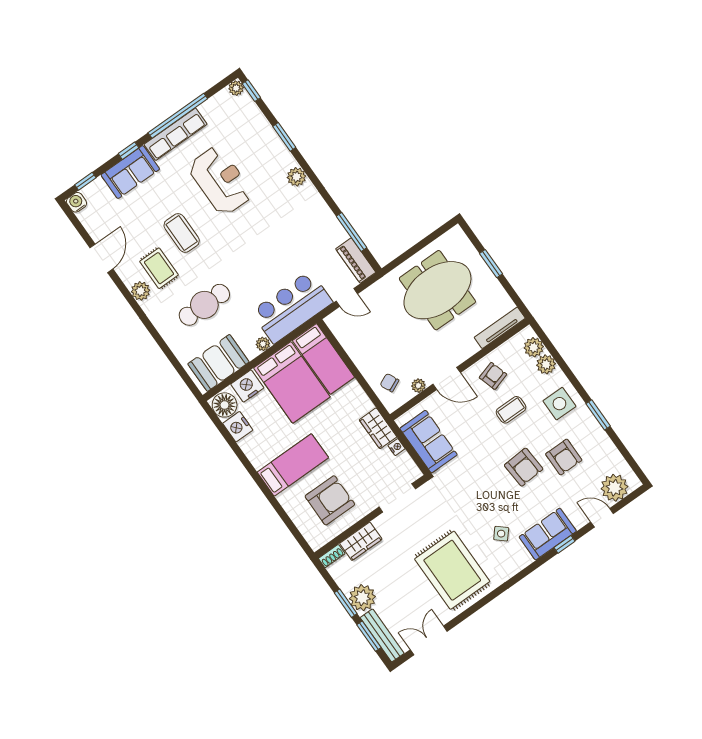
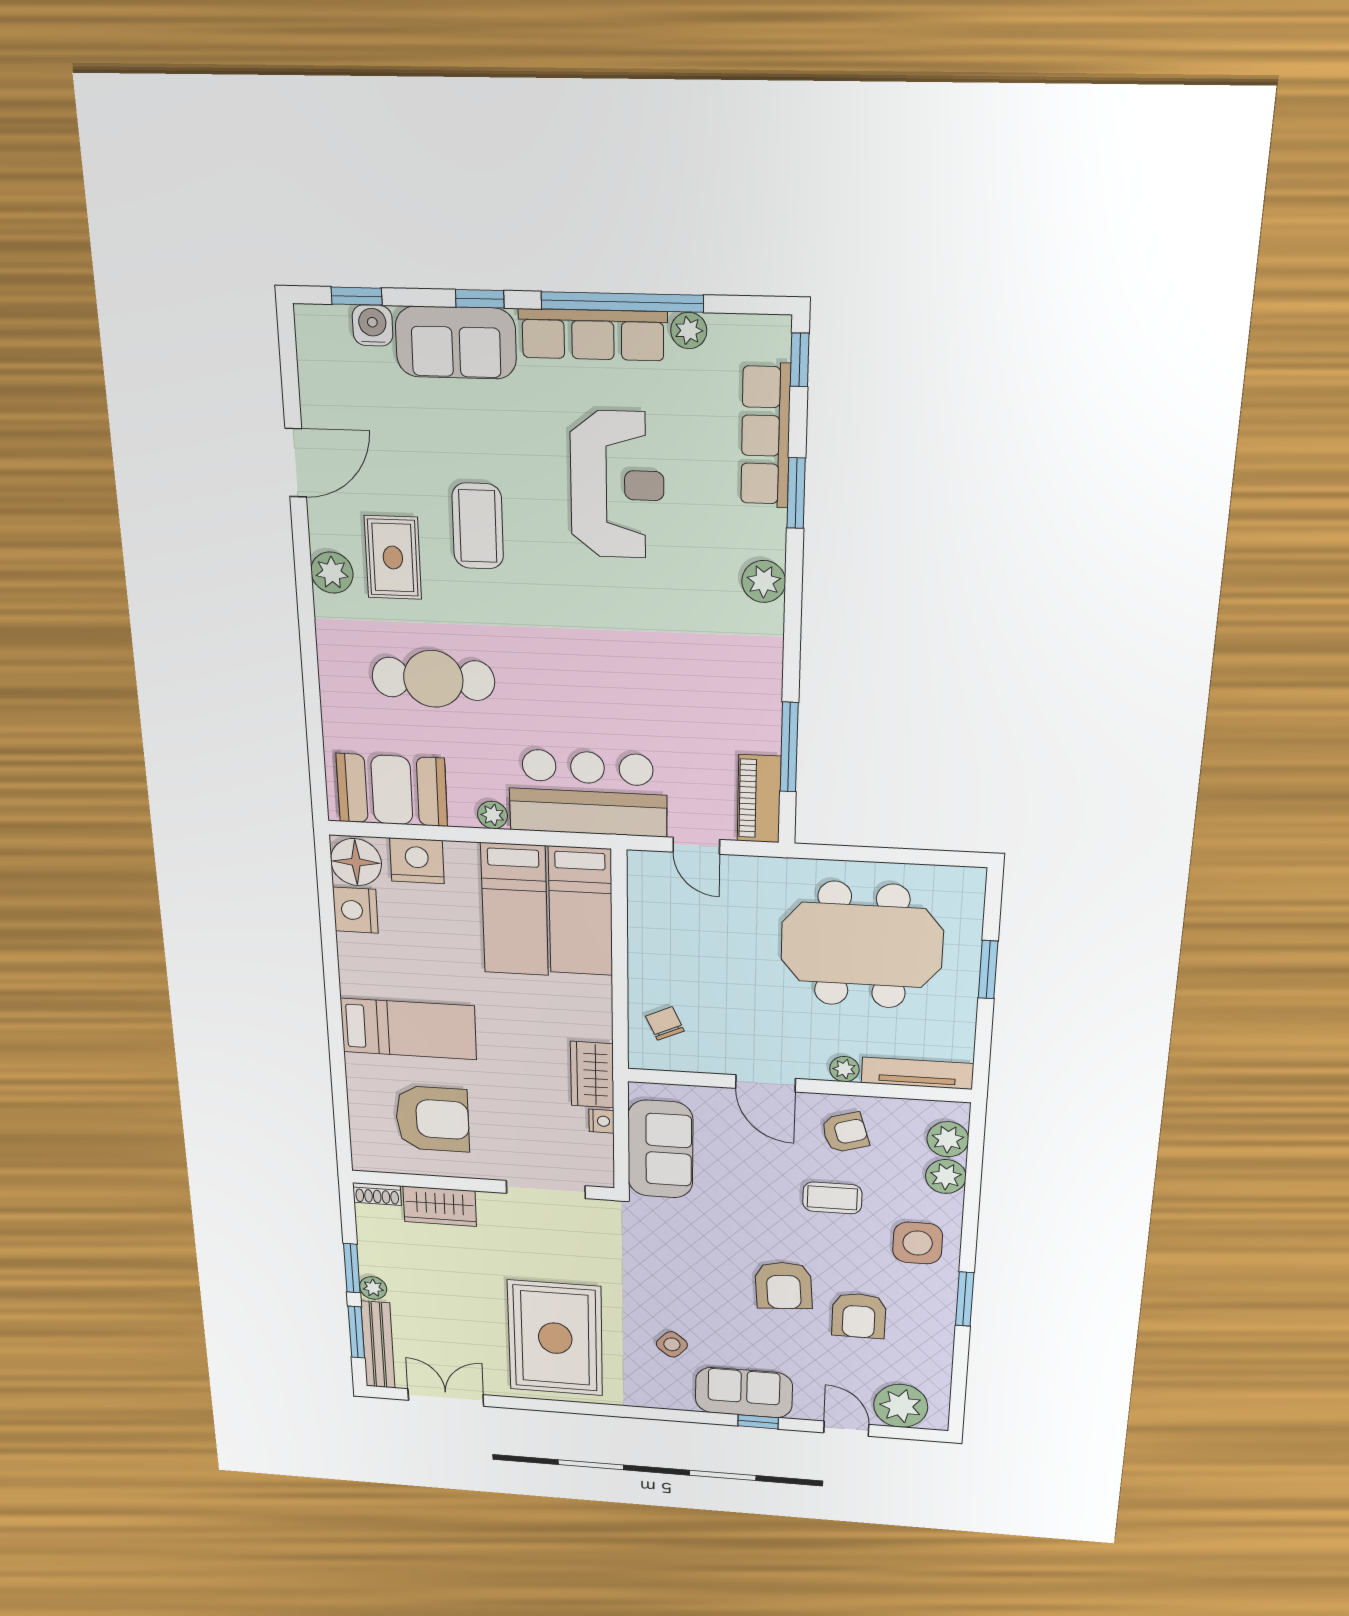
plant: (236, 88) -> (689, 331), moved
row of seats: (259, 125) -> (766, 436), added
water cooler: (77, 202) -> (373, 325), moved
bed: (292, 382) -> (515, 909), width x0.67
plant: (418, 386) -> (844, 1069), moved
plant: (362, 598) -> (373, 1288), width x0.53, depth x0.53

